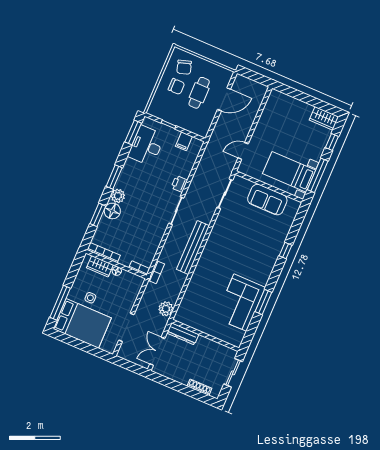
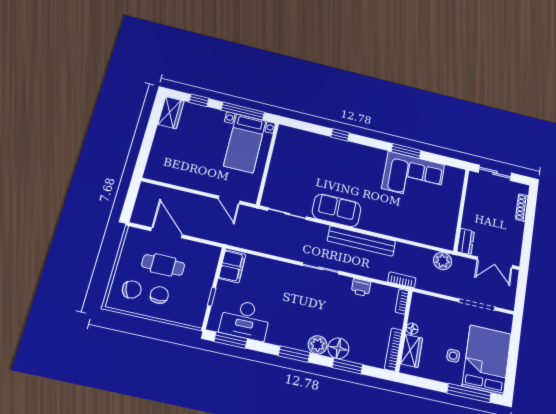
filing cabinet: (184, 141) -> (232, 266), width x2.00
printer: (179, 184) -> (361, 287), moved
sofa: (267, 200) -> (337, 210), moved, turned -90
dresser: (183, 334) -> (466, 241), width x0.70

